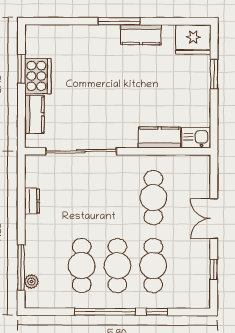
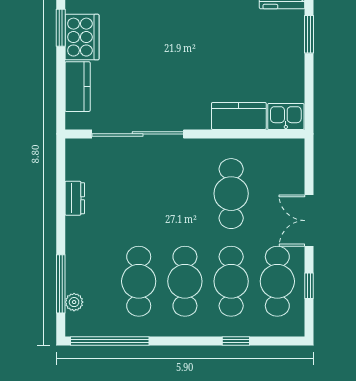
cafe table: (189, 266) -> (277, 281), added
window: (105, 312) -> (110, 341), moved

